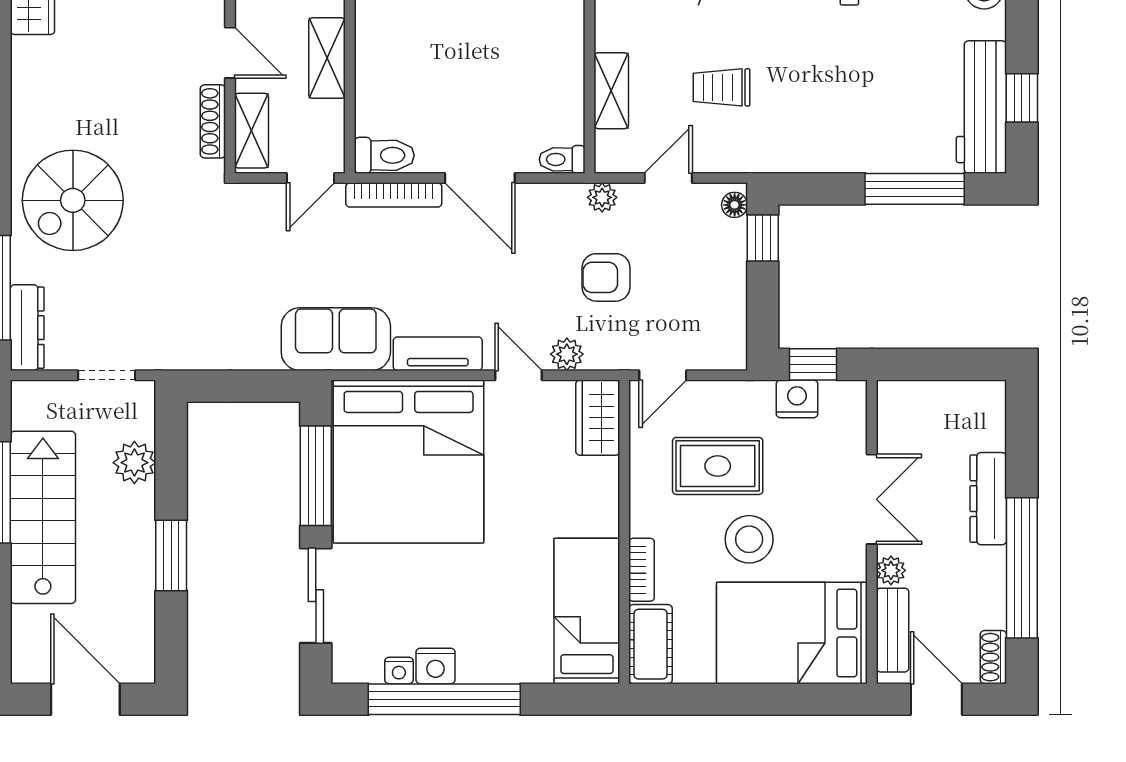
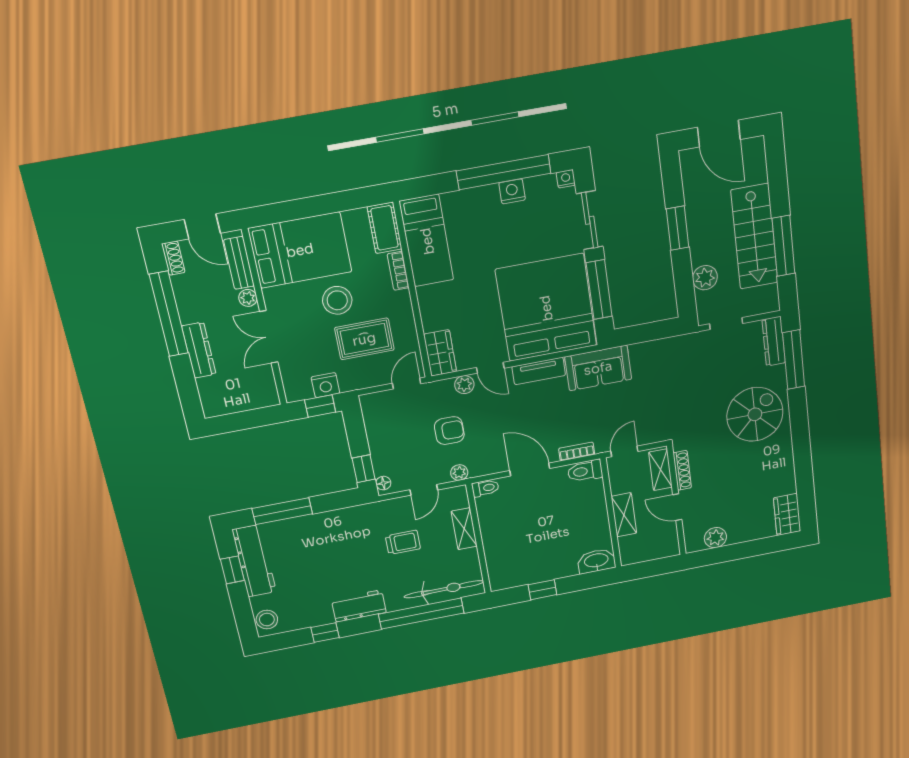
bookcase: (394, 195) -> (577, 451), width x0.64
nightstand: (399, 670) -> (566, 179), moved

